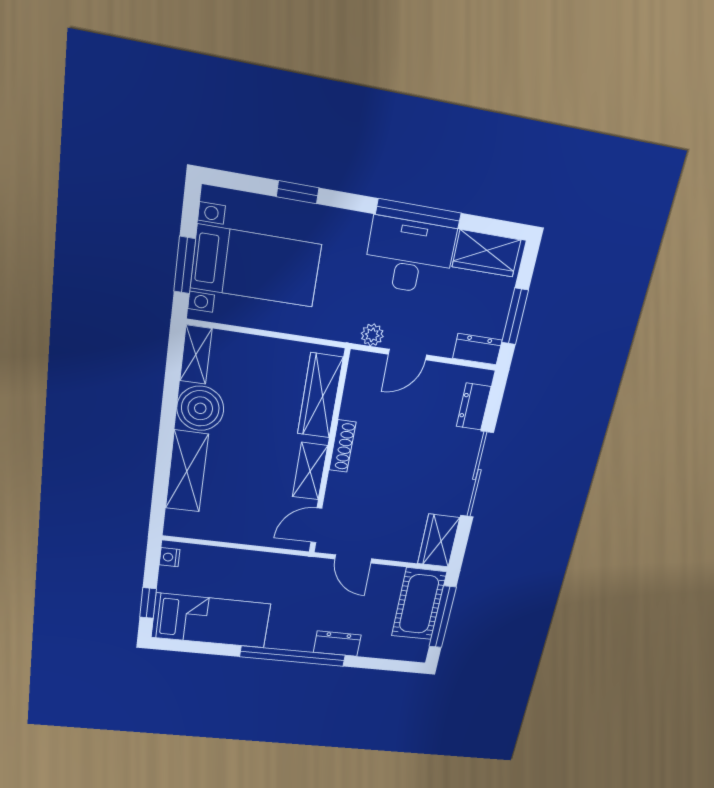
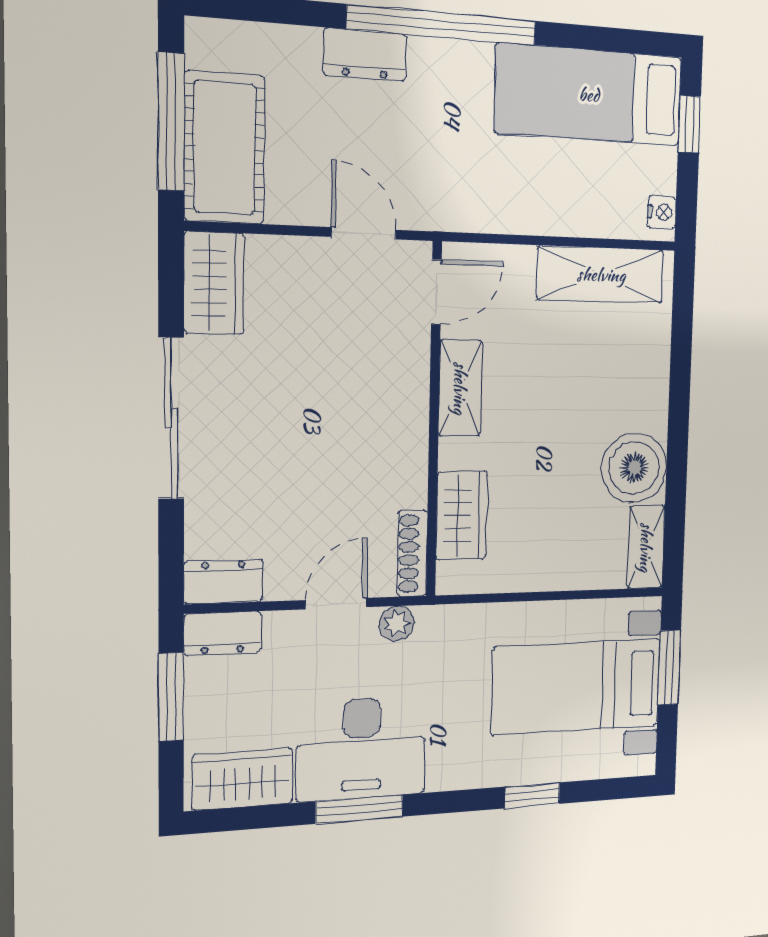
window: (418, 214) -> (359, 809), width x0.69
wardrobe: (320, 396) -> (462, 515), width x0.67
dresser: (474, 407) -> (223, 582), moved, turned -90
shoe rack: (342, 446) -> (412, 553), moved
shelving: (187, 471) -> (601, 275), moved, turned 90

